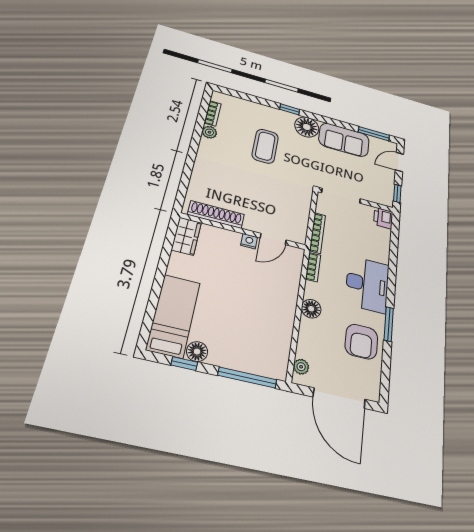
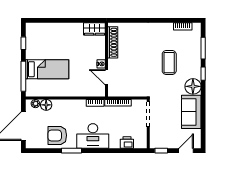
plant: (209, 132) -> (168, 27), removed
window: (374, 134) -> (203, 48), moved
coffee table: (265, 146) -> (169, 63), turned 90
door: (399, 162) -> (186, 151), hinge flipped
printer: (383, 218) -> (127, 143), moved
floor lamp: (311, 309) -> (46, 105), moved
bed: (173, 316) -> (47, 69), moved
floor lamp: (197, 352) -> (31, 48), removed

